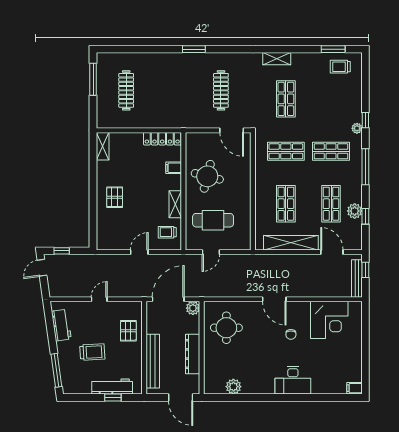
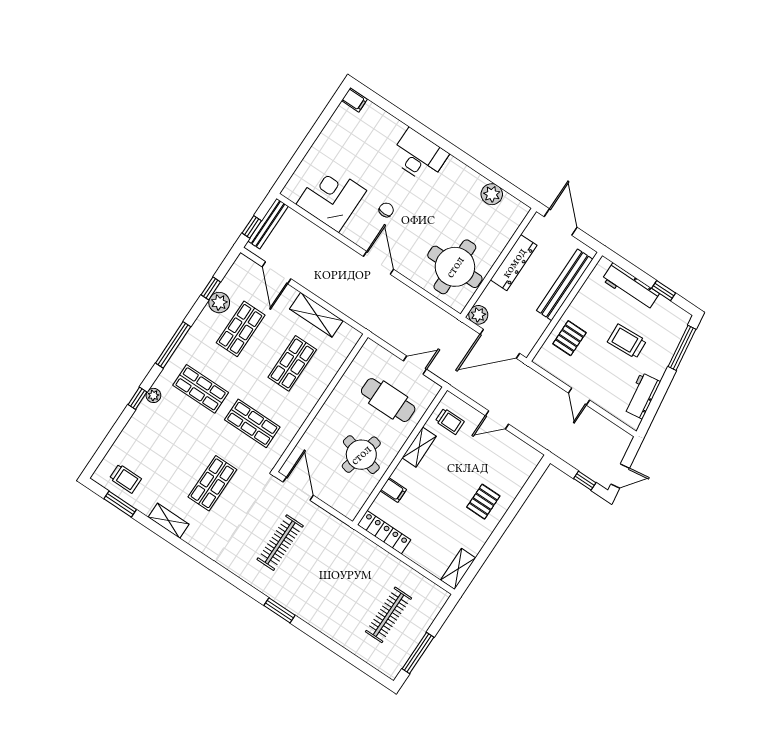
shelving: (277, 59) -> (169, 521), moved
shelving: (291, 243) -> (316, 315), width x0.68
door: (99, 299) -> (579, 397), hinge flipped
round table: (226, 328) -> (455, 267), width x1.36, depth x1.36
window: (113, 398) -> (664, 291), moved

